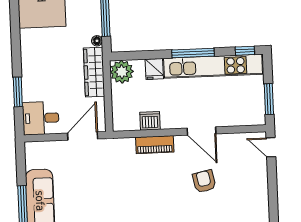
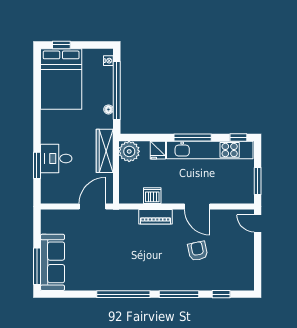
floor lamp: (97, 41) -> (108, 109), moved
desk: (41, 118) -> (56, 158), moved

